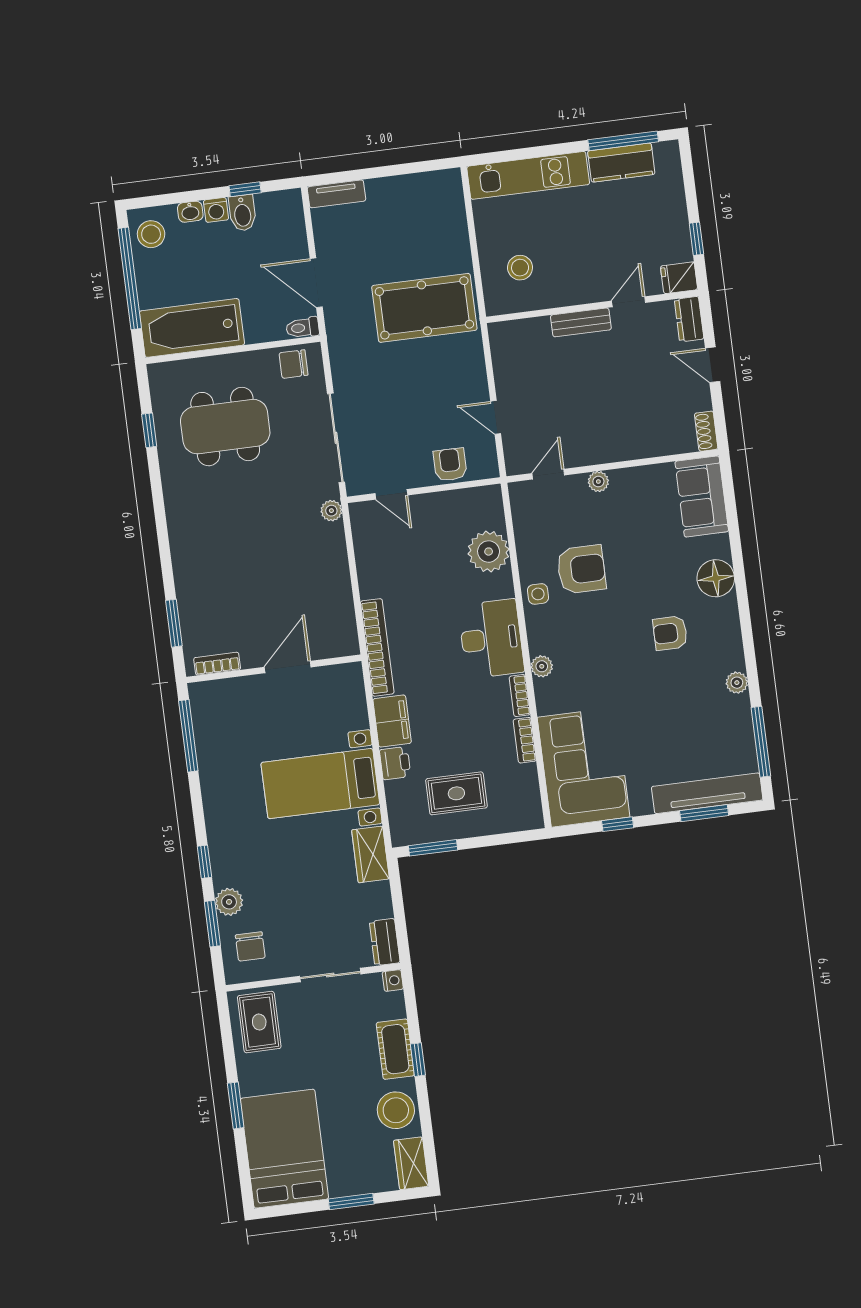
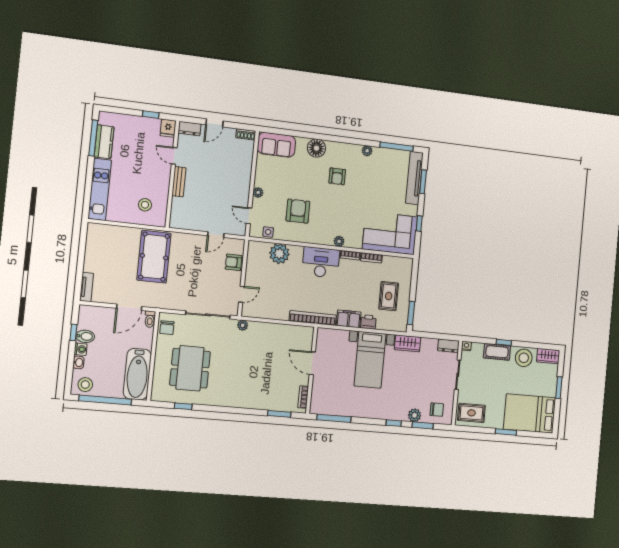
side table: (538, 594) -> (268, 232), moved

